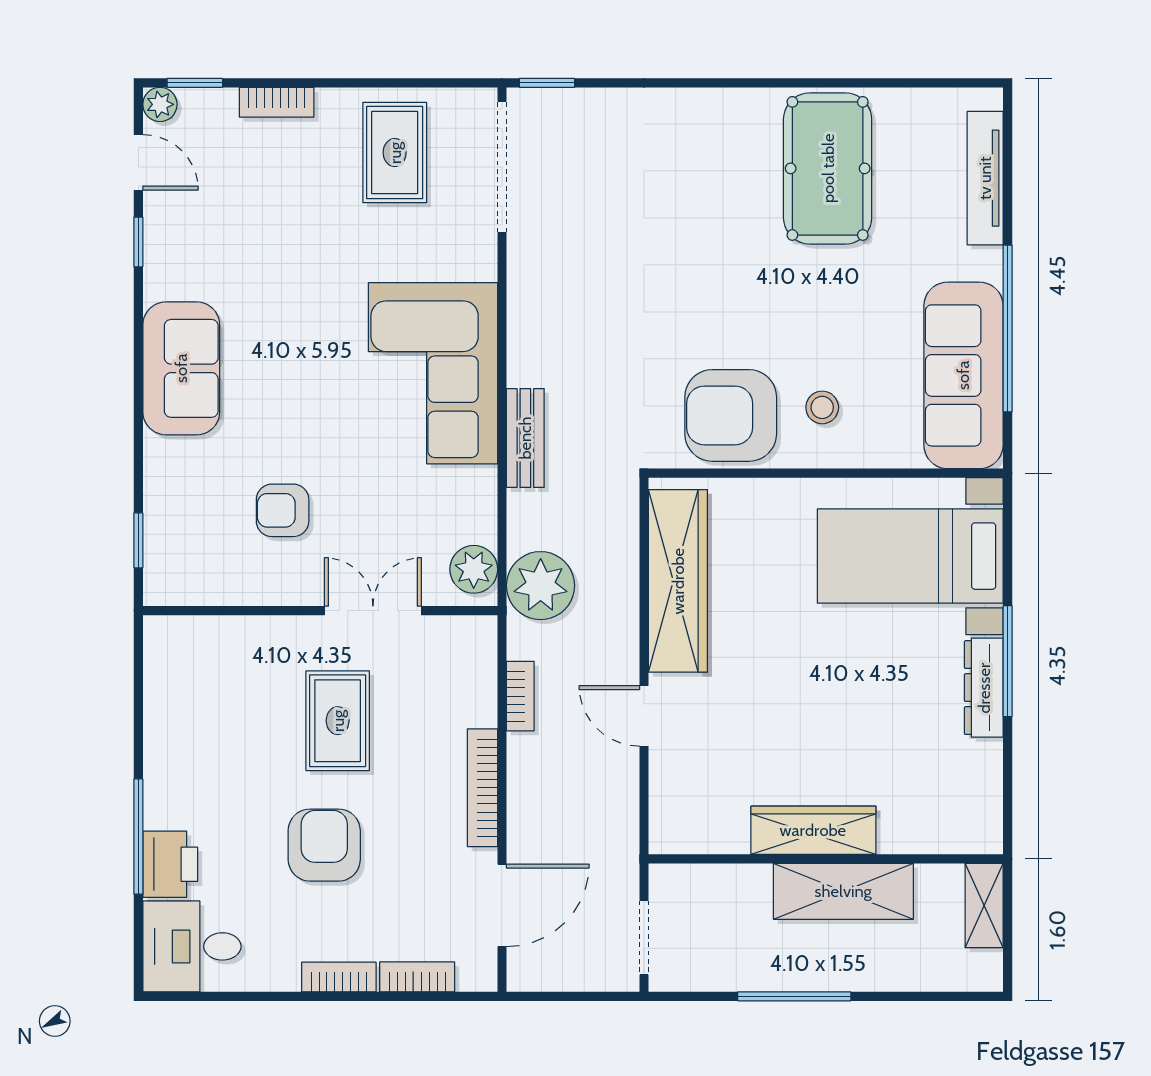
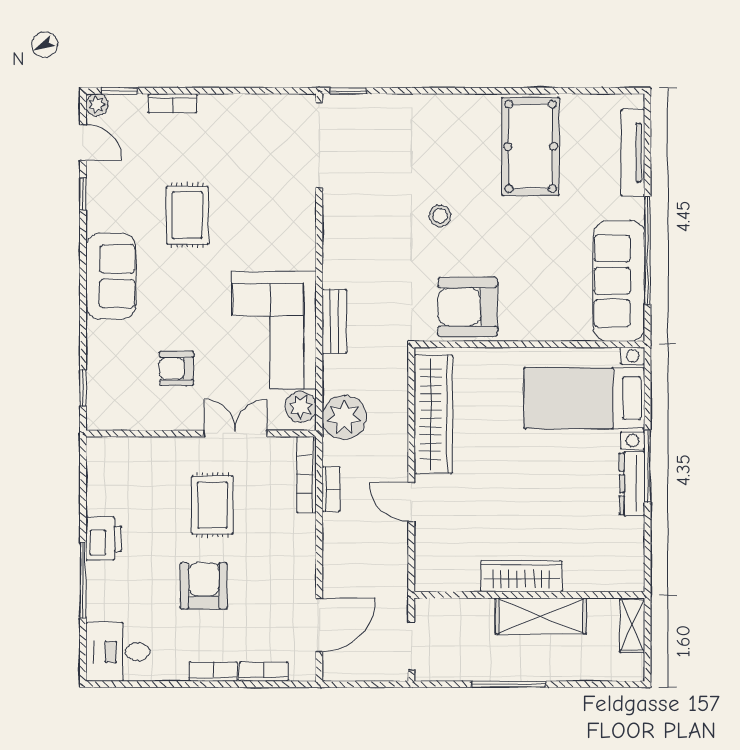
rug: (395, 153) -> (187, 215), moved
corner sofa: (433, 373) -> (274, 330), moved
stool: (822, 407) -> (440, 216), moved
bookcase: (483, 788) -> (306, 475), moved
printer: (170, 864) -> (104, 539), moved

